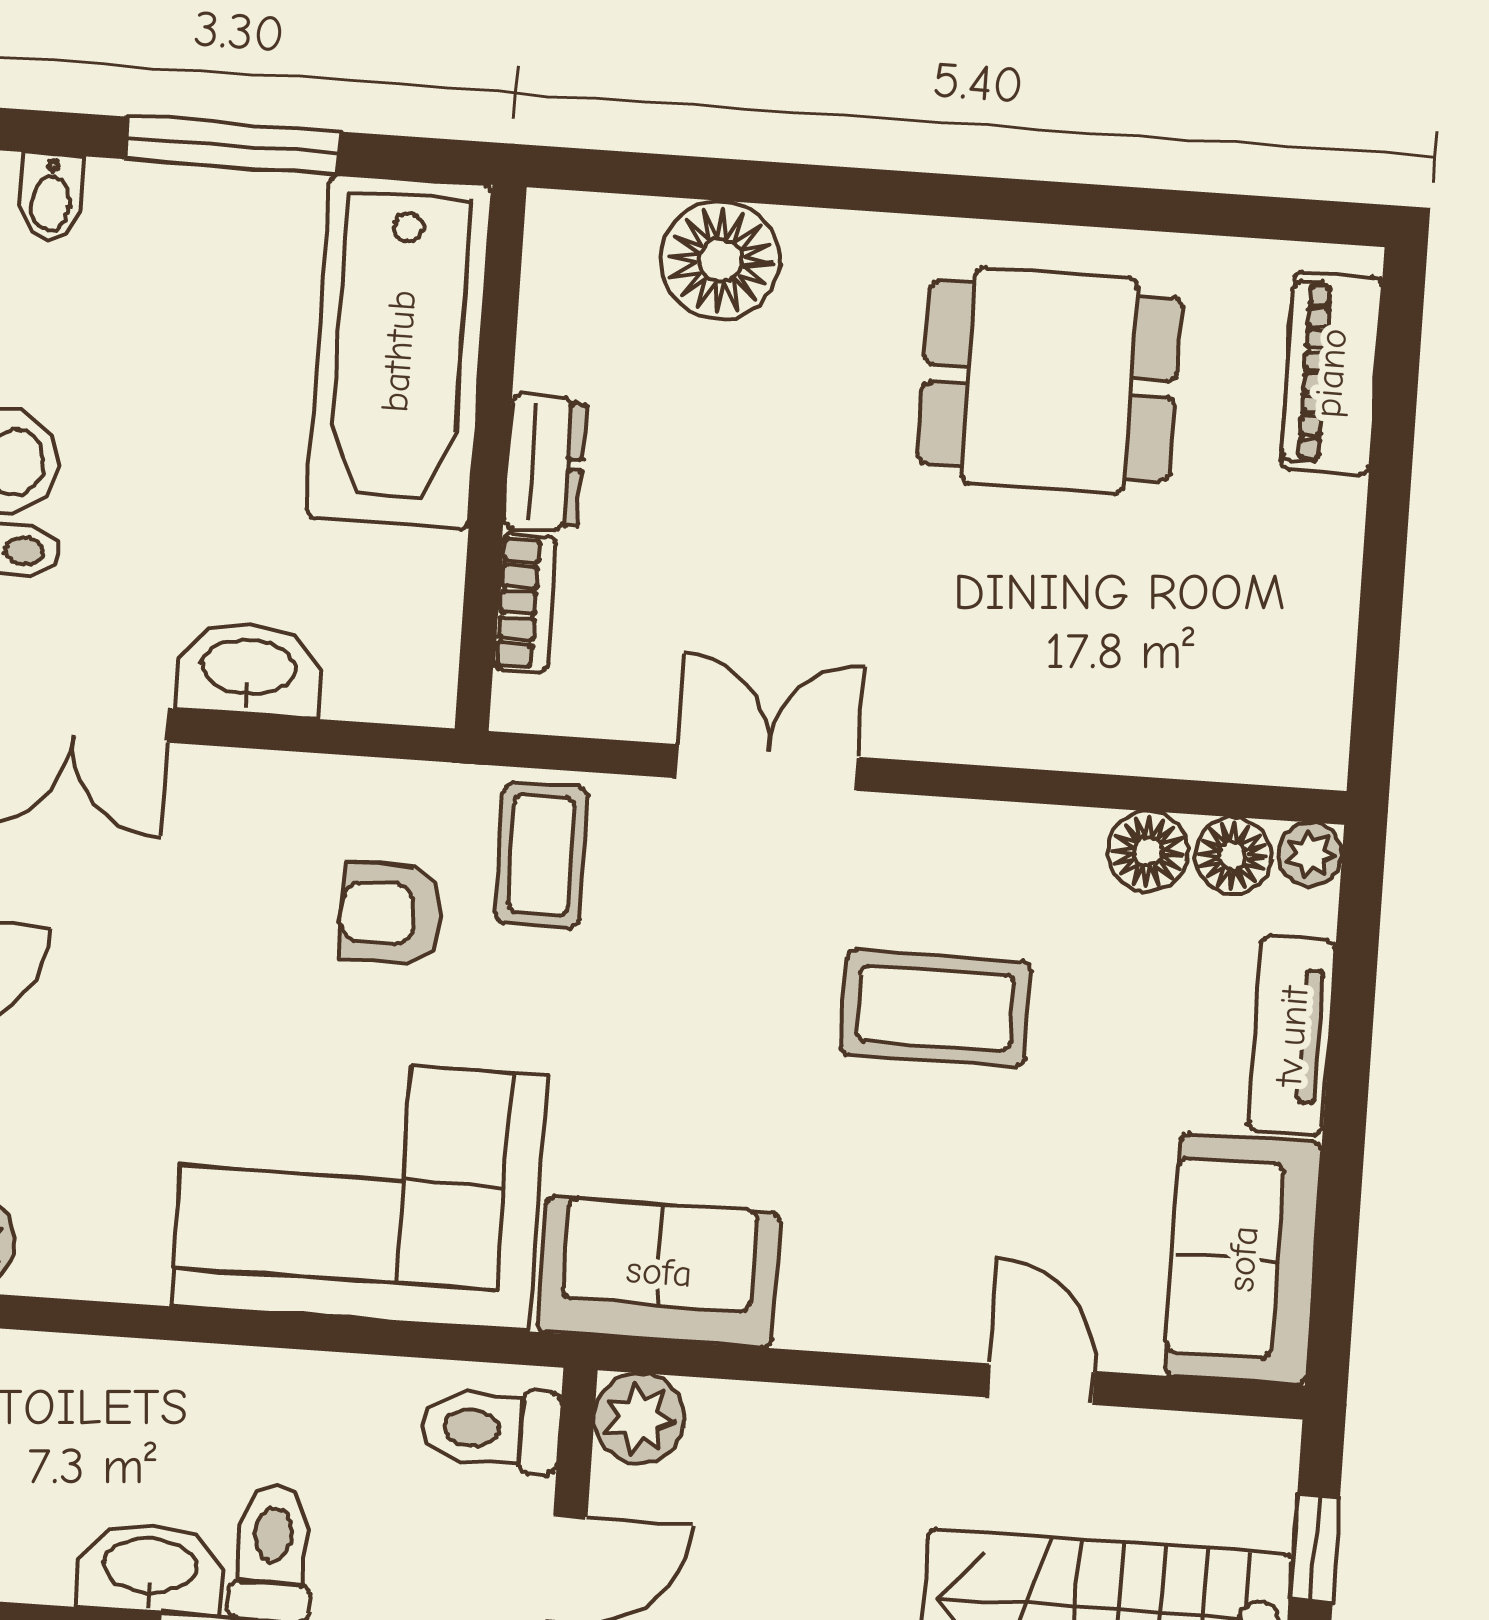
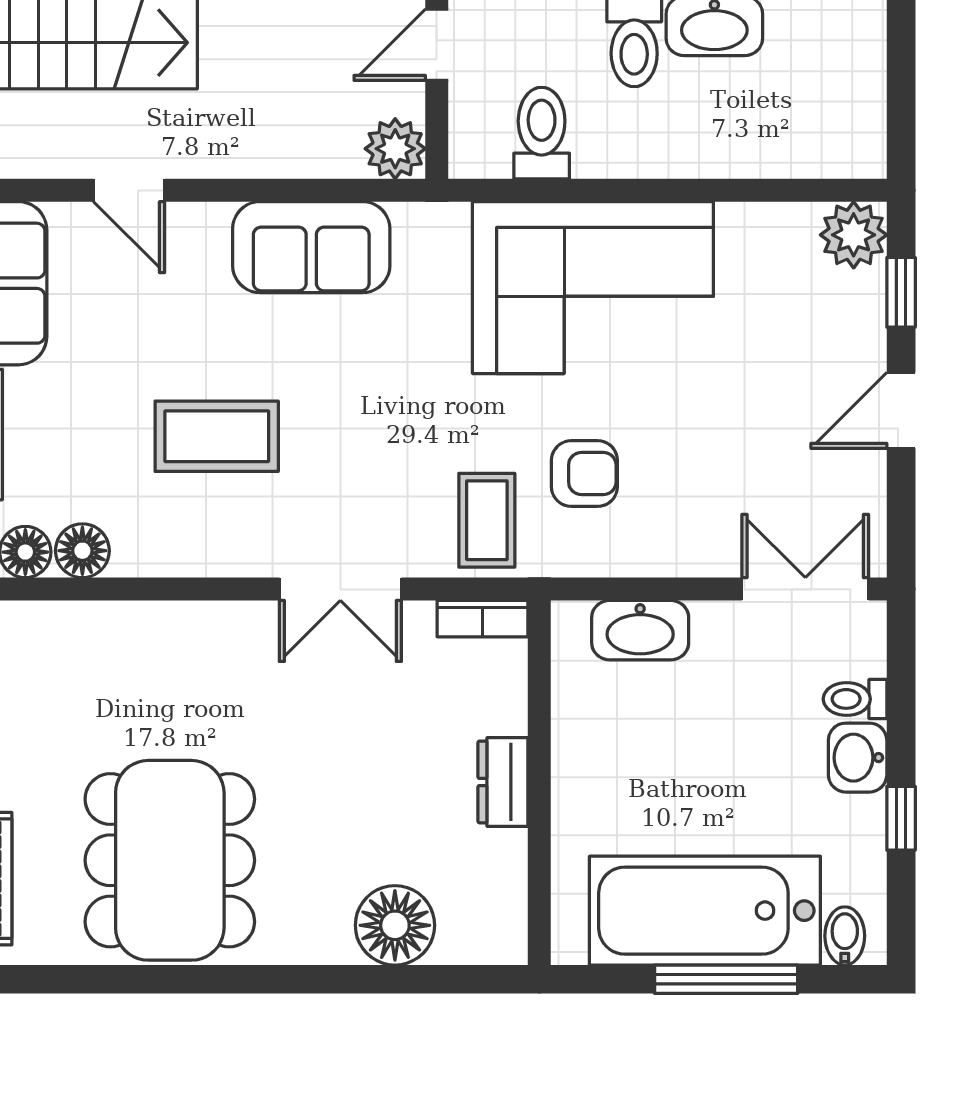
bathtub: (399, 351) -> (705, 911), moved, turned -90
dining table: (1050, 381) -> (170, 860), width x1.38
bookcase: (525, 603) -> (482, 619), moved, turned -90
washbasin: (249, 670) -> (640, 630), moved
sofa: (659, 1272) -> (311, 247), moved
toilet: (491, 1429) -> (542, 133), moved, turned -90

